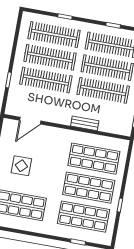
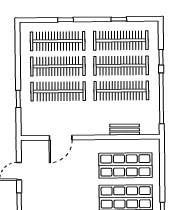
door: (30, 121) -> (61, 138), moved
bench: (85, 123) -> (125, 130), moved
display table: (21, 166) -> (49, 188), removed

